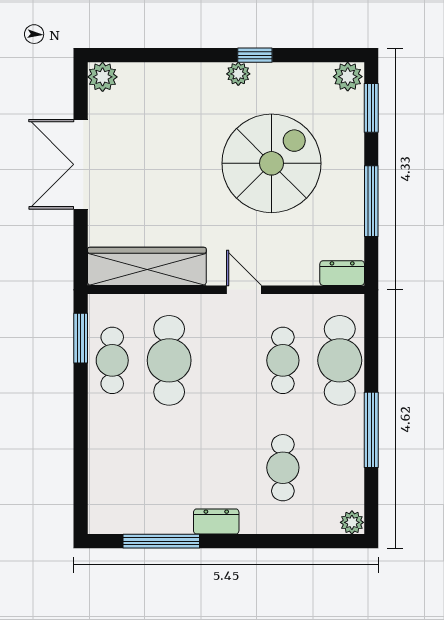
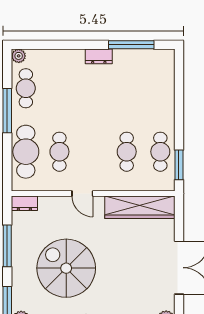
spiral stairs: (271, 163) -> (66, 268), turned 90
cafe table: (169, 360) -> (127, 152), width x0.73, depth x0.74
cafe table: (283, 468) -> (26, 88), moved

